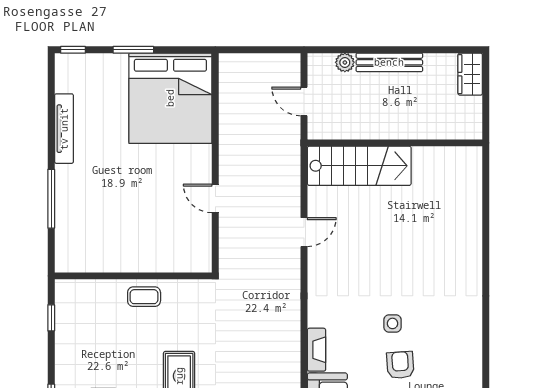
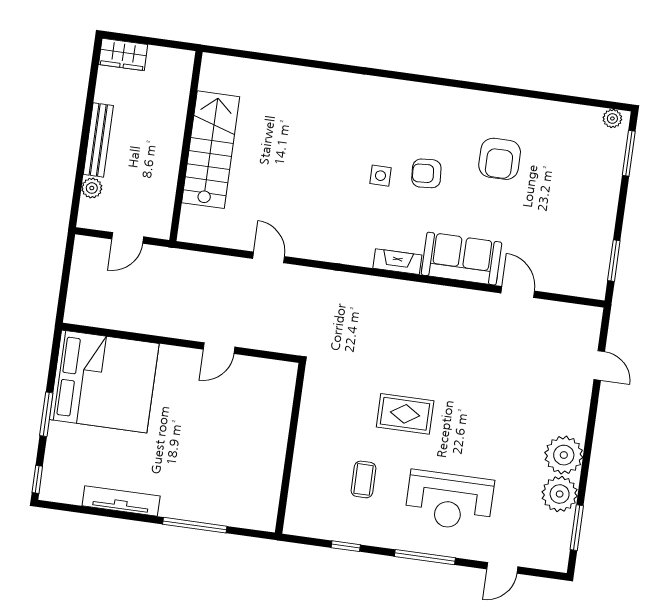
stairs: (359, 166) -> (211, 150), moved
coffee table: (144, 297) -> (364, 479), moved
window: (51, 318) -> (346, 546), moved

